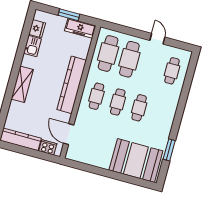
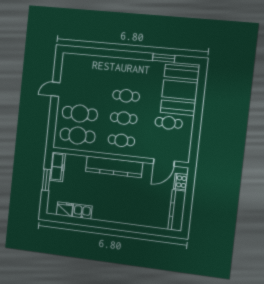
cafe table: (172, 71) -> (169, 123), moved
shelving: (22, 84) -> (121, 216), removed

